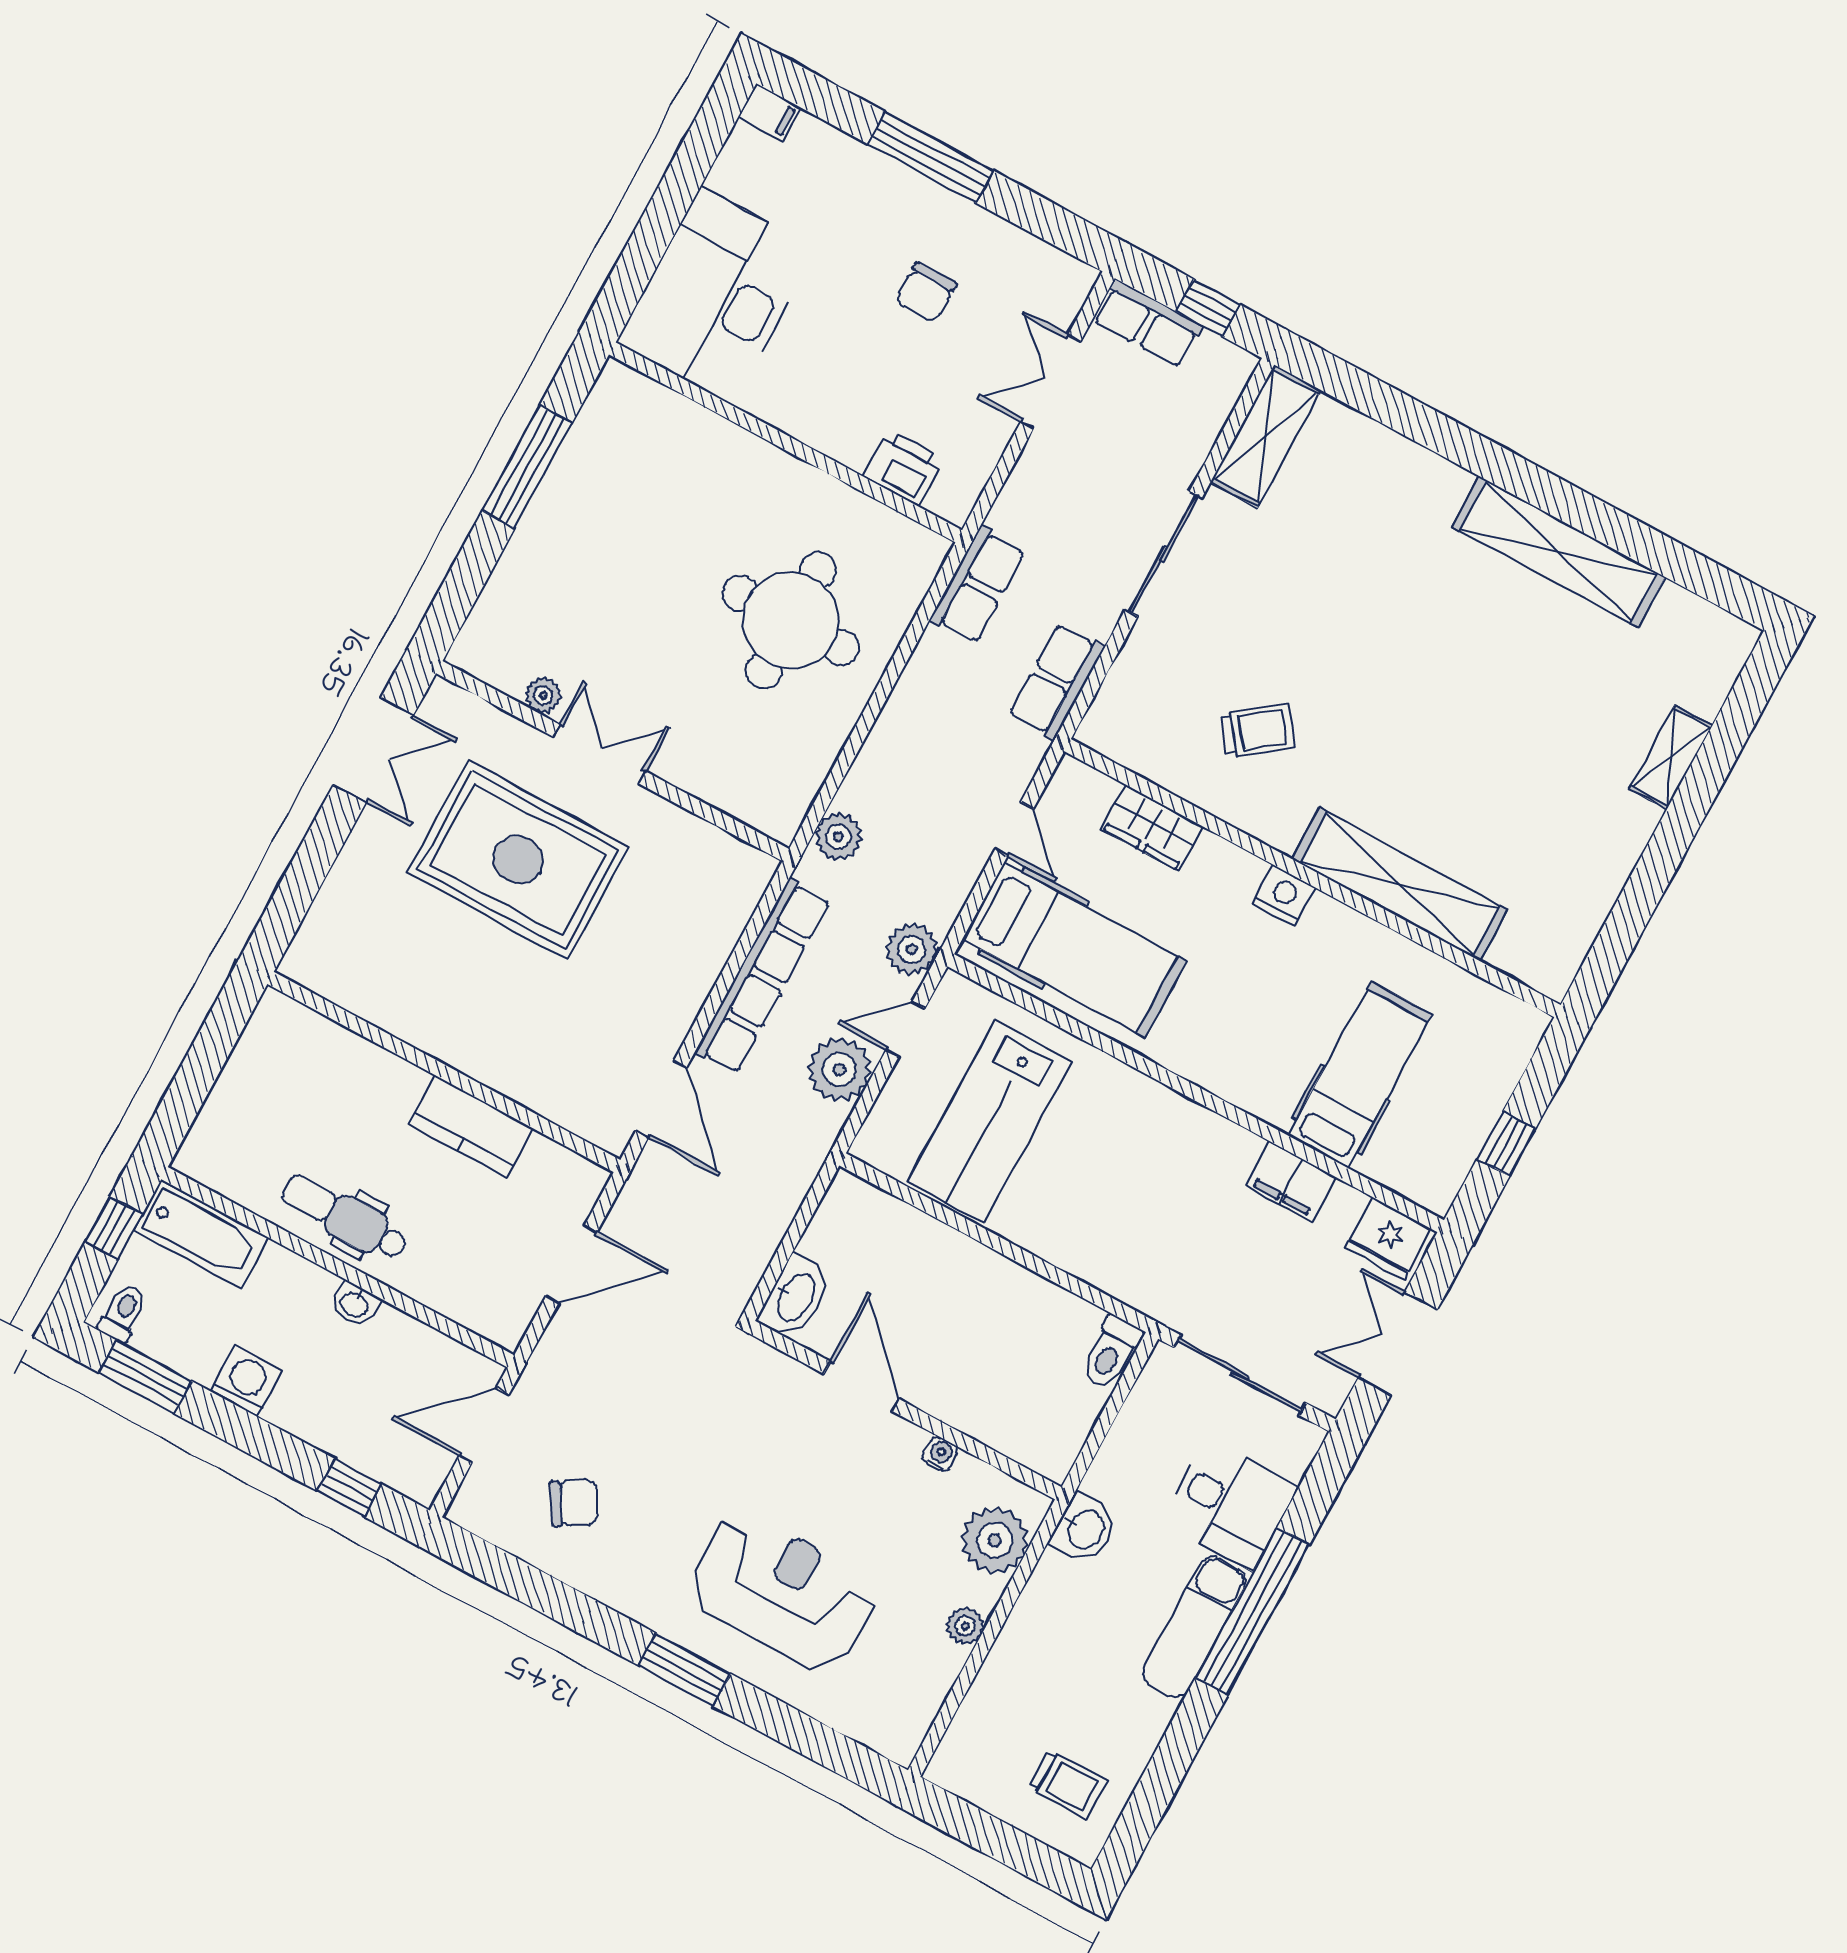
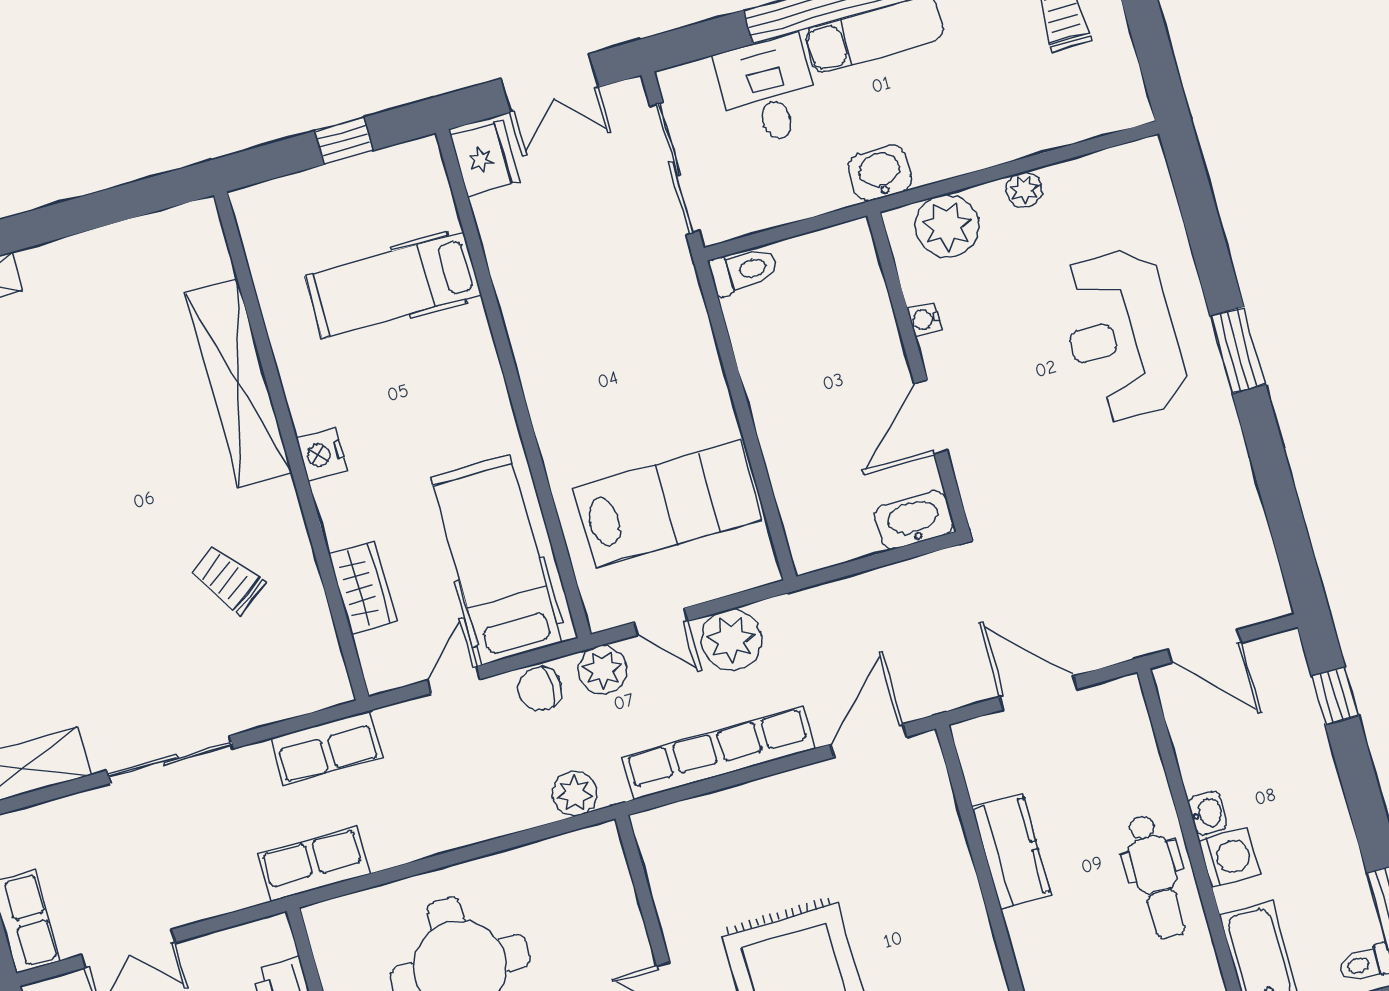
filing cabinet: (1290, 1182) -> (511, 262), removed
washing machine: (246, 1381) -> (1229, 858), moved, turned 180
chair: (574, 1503) -> (540, 689), moved, turned -58

